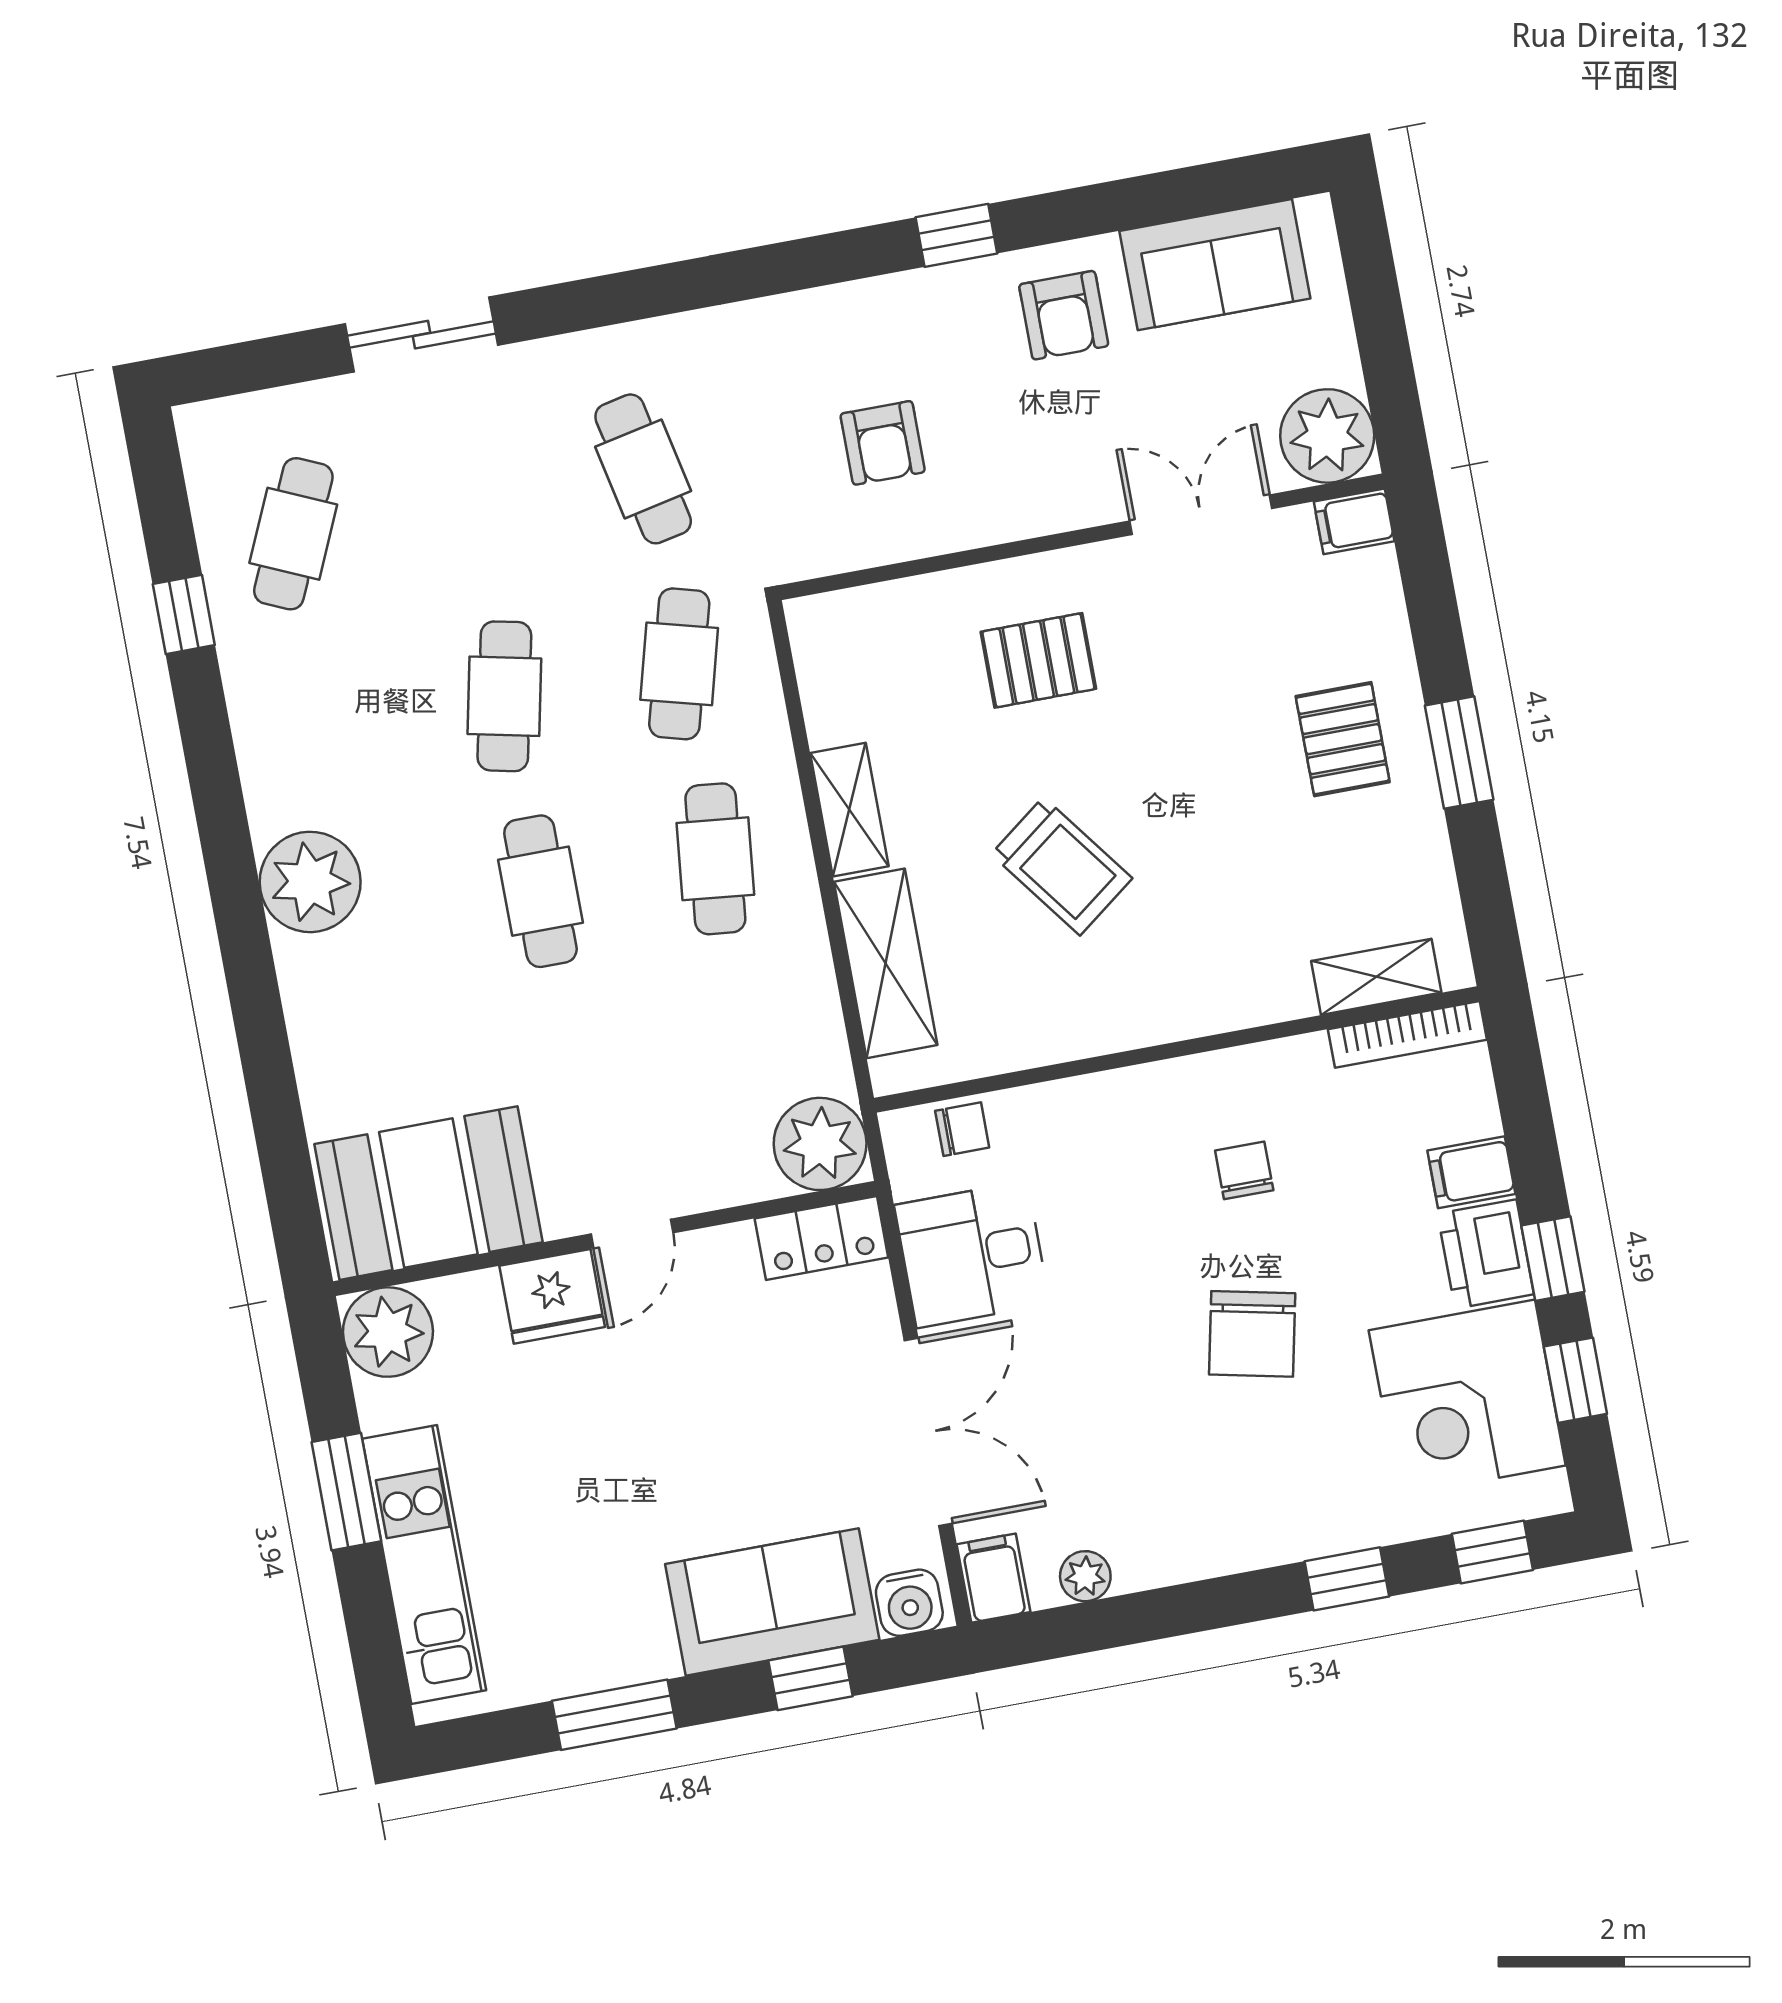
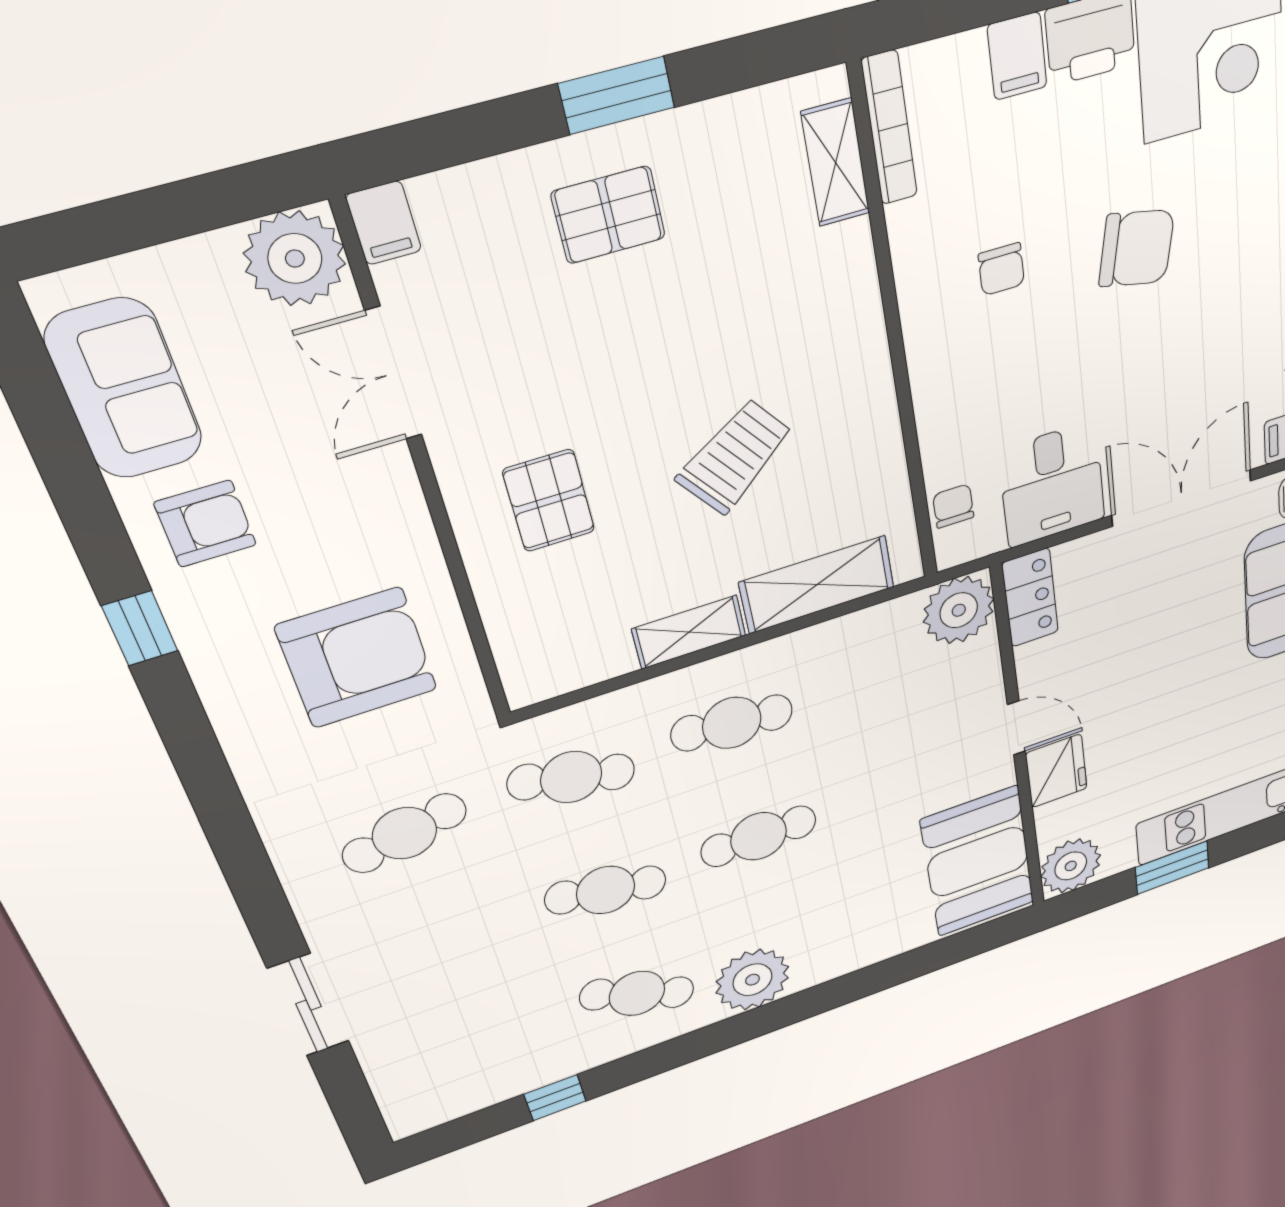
armchair: (883, 443) -> (357, 658), width x1.88, depth x1.88
cafe table: (293, 534) -> (637, 993), moved
chair: (1244, 1170) -> (1001, 269), turned -90

